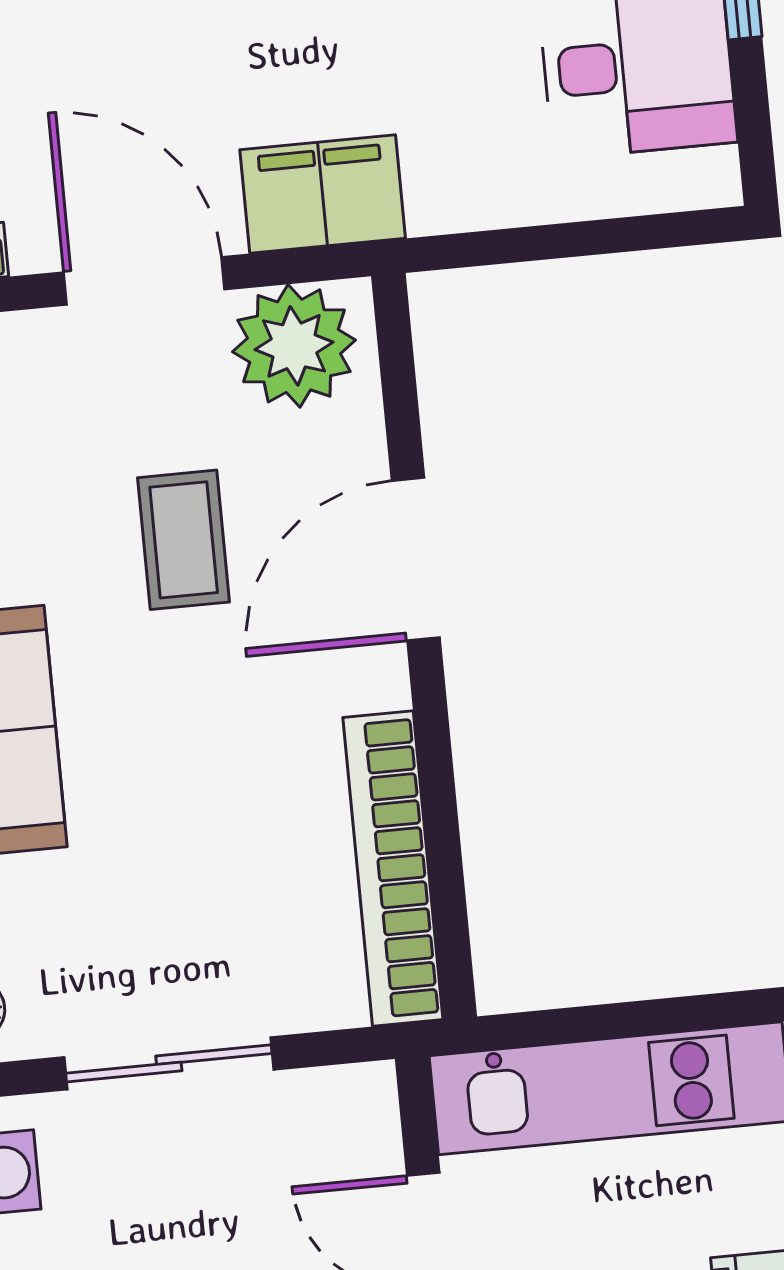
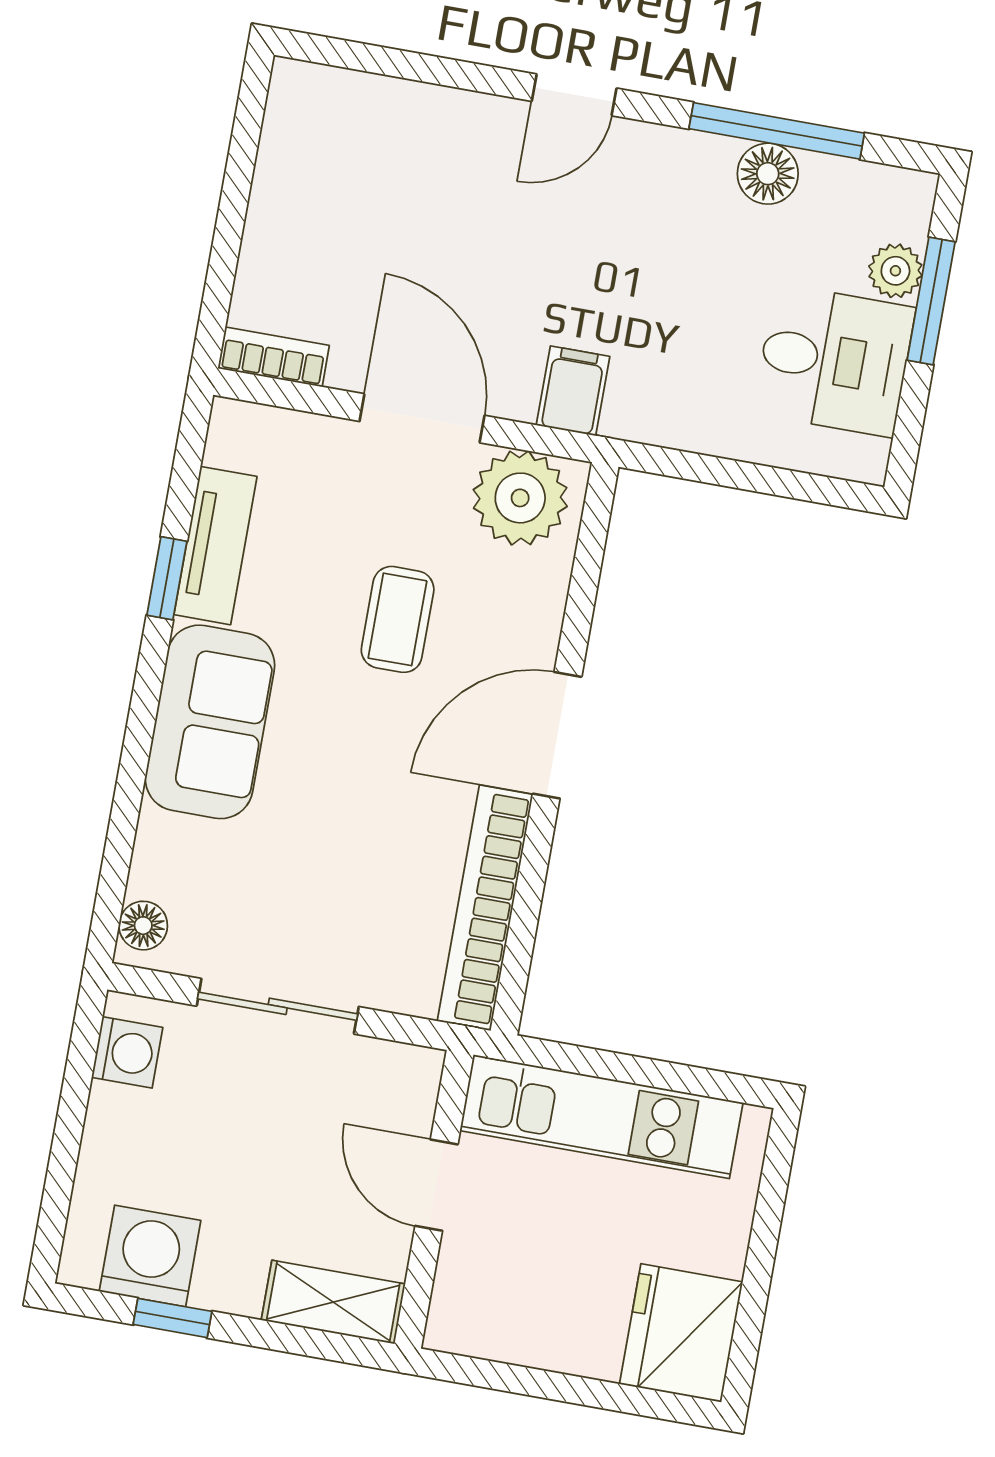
filing cabinet: (323, 194) -> (573, 391), width x0.50
door: (416, 559) -> (557, 735), moved

